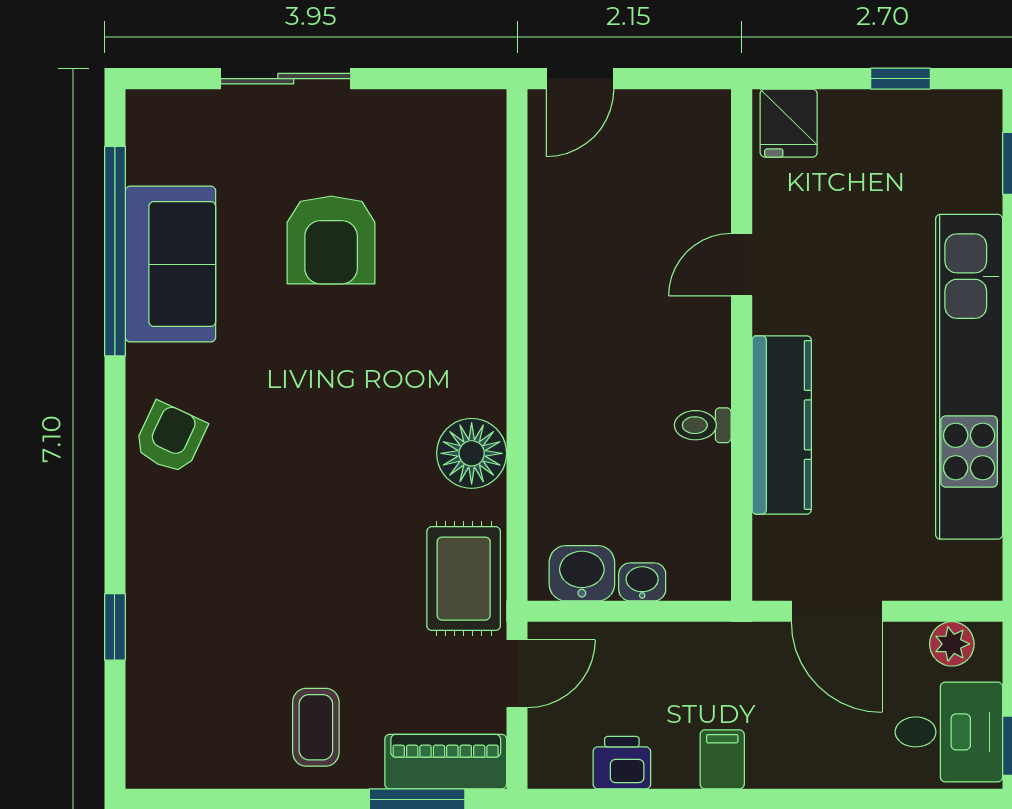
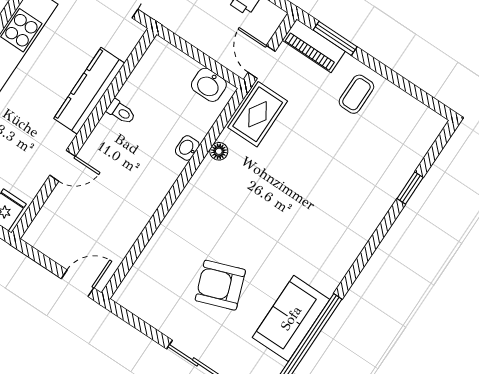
armchair: (331, 240) -> (220, 285), turned -110
armchair: (170, 438) -> (337, 249), removed
floor lamp: (472, 453) -> (219, 151), width x0.53, depth x0.53
washbasin: (642, 582) -> (187, 148), moved, turned 90
door: (517, 674) -> (262, 62), hinge flipped

